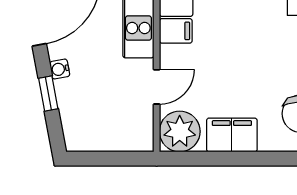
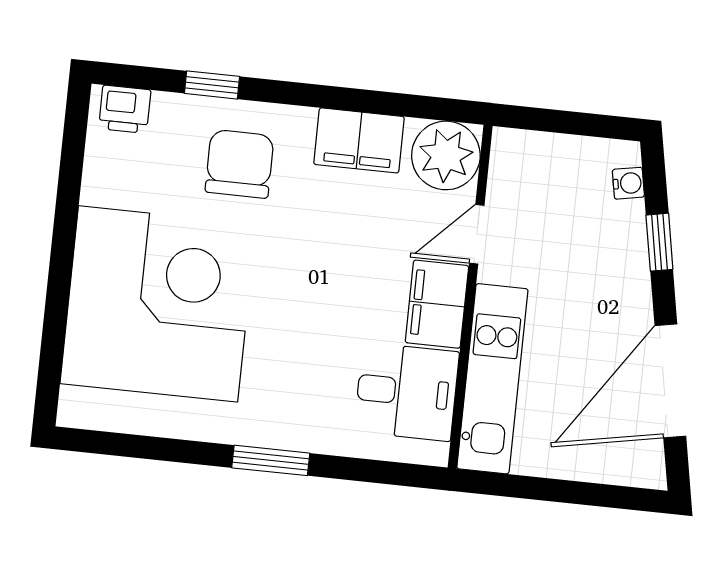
filing cabinet: (176, 31) -> (437, 304), width x2.00
water cooler: (60, 69) -> (628, 183), moved

